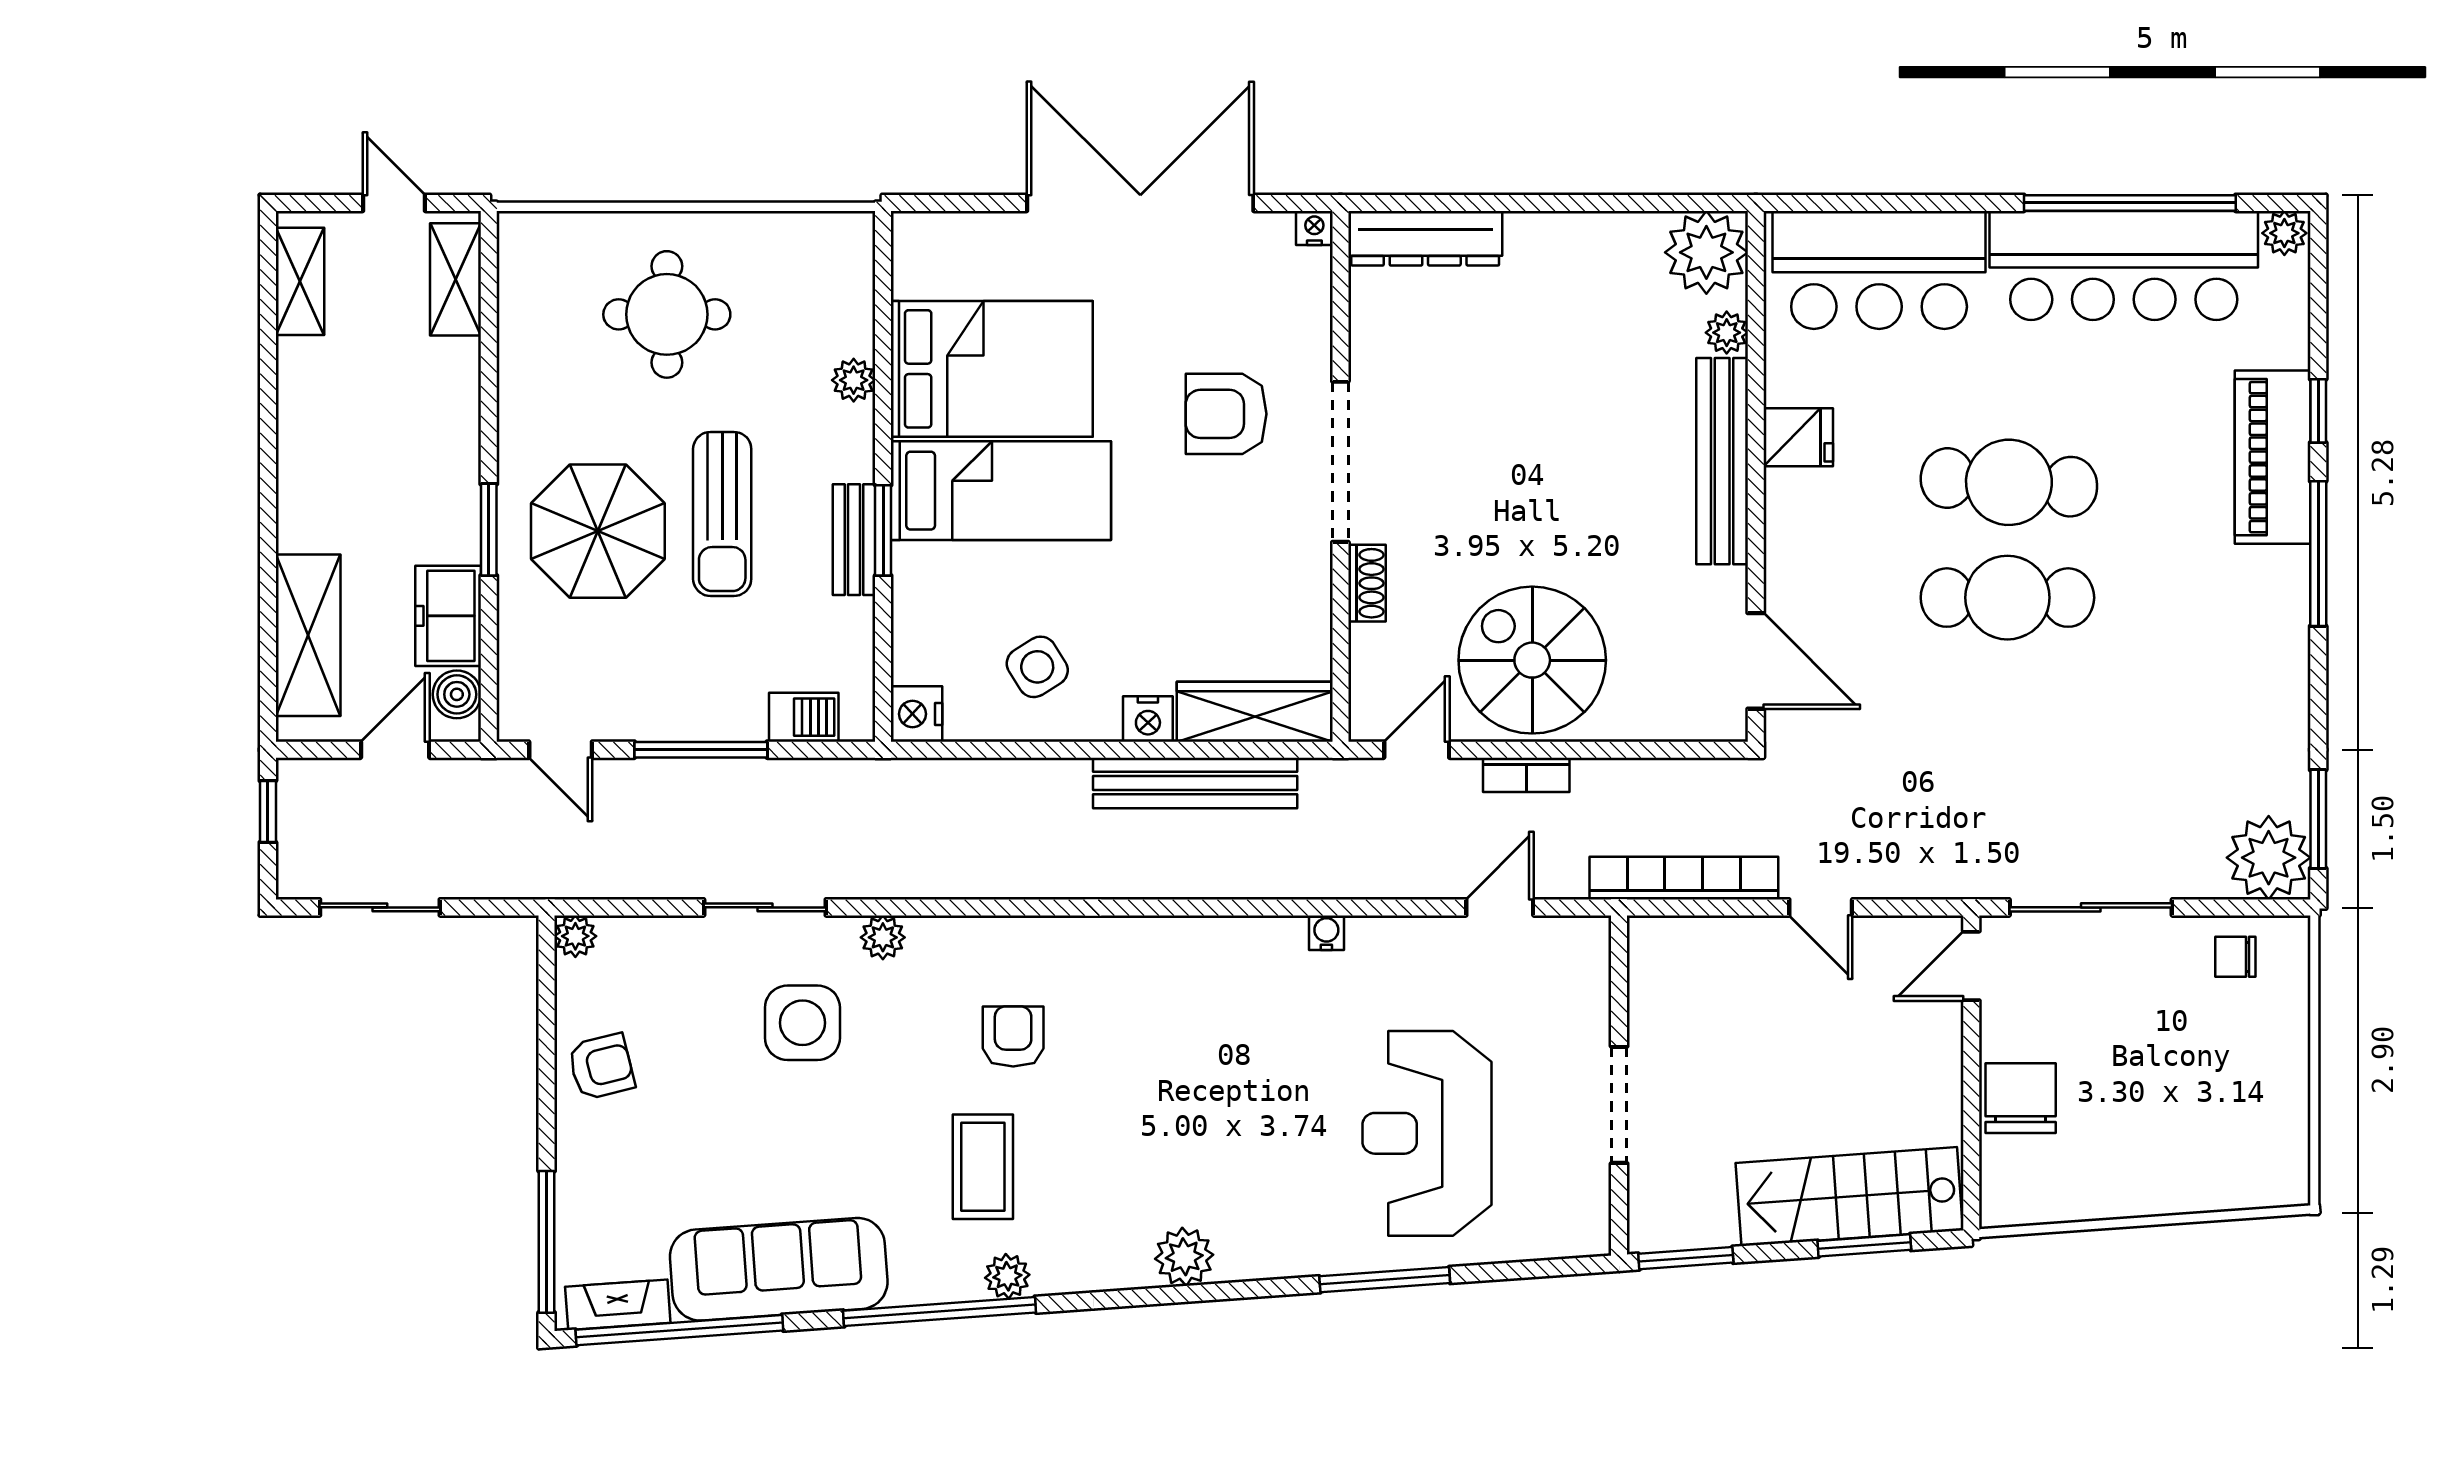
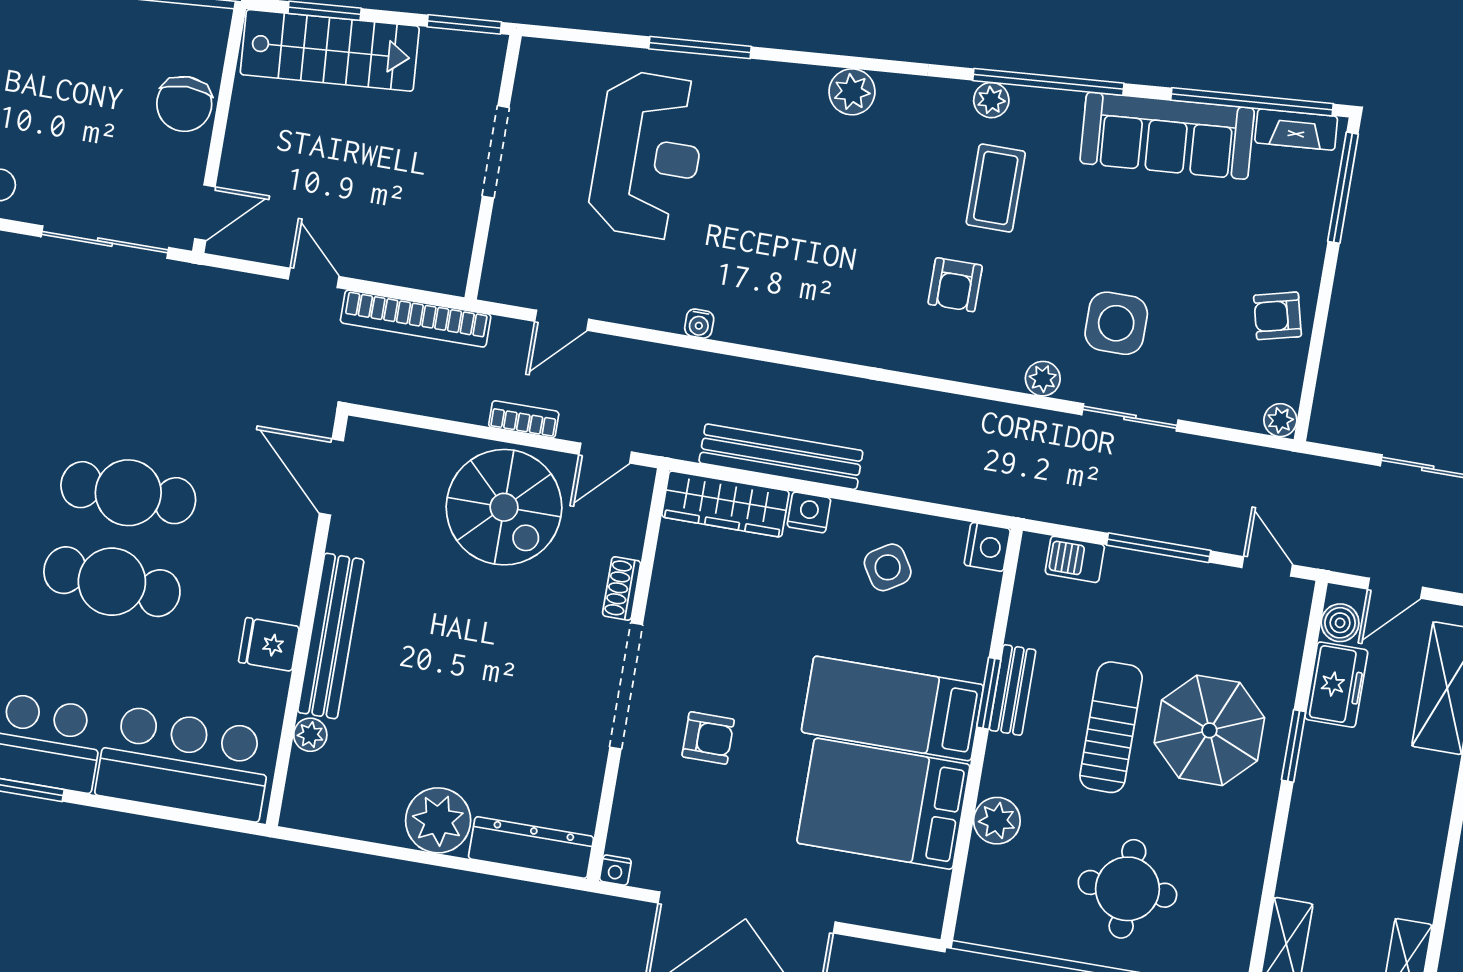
plant: (1706, 252) -> (438, 820), moved
plant: (854, 380) -> (997, 821), width x1.38, depth x1.38
armchair: (1226, 414) -> (708, 738), width x0.72, depth x0.72

